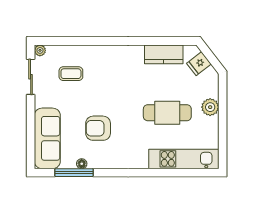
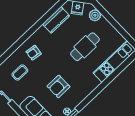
armchair: (106, 66) -> (34, 53), added
plant: (210, 107) -> (95, 15), moved

